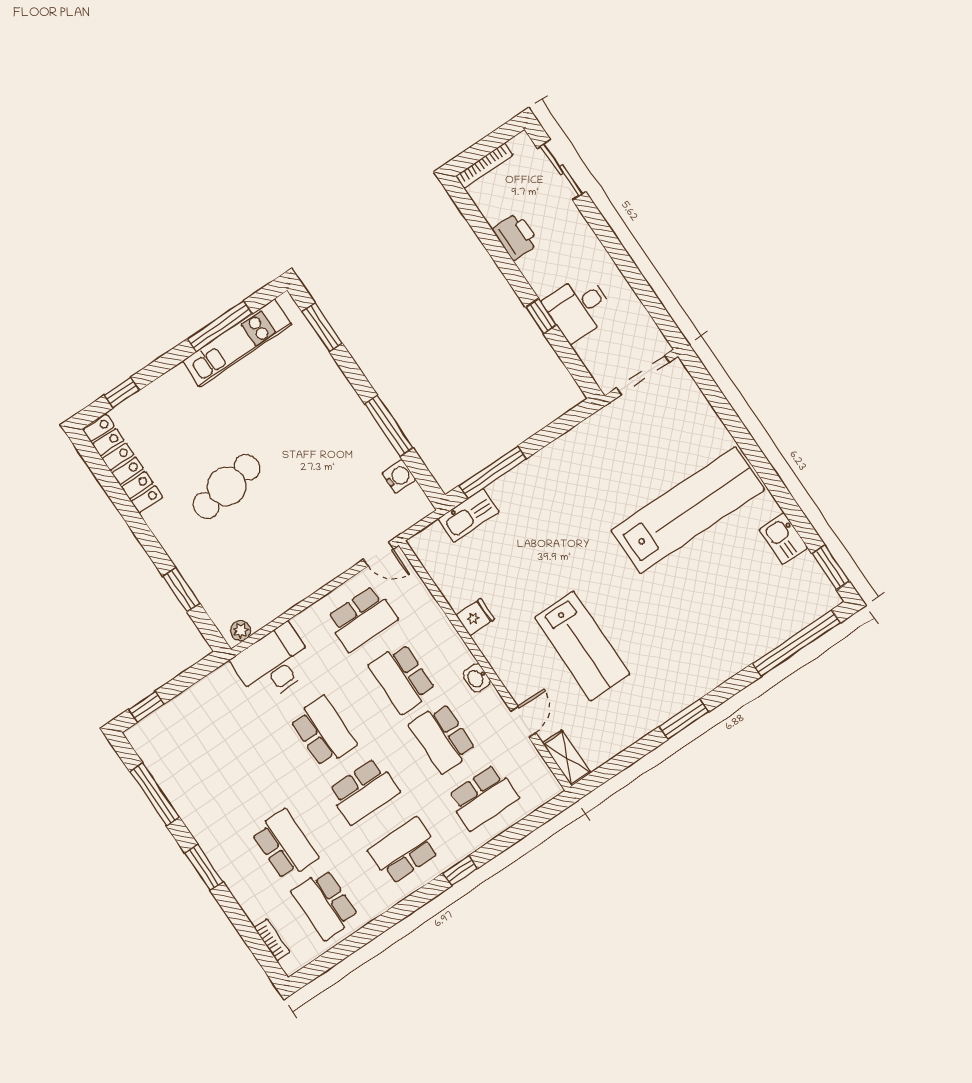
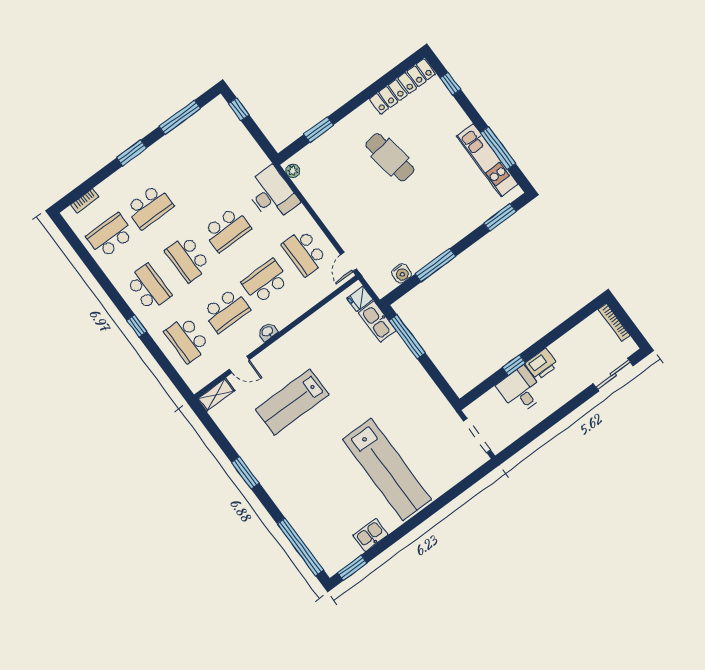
printer: (515, 236) -> (542, 364), moved
fridge: (475, 617) -> (360, 299), moved, turned 90
school desk: (443, 738) -> (226, 310), turned 180

